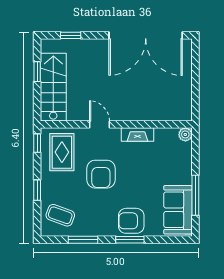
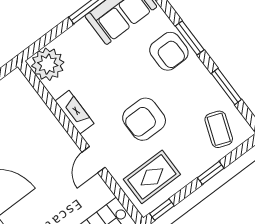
plant: (185, 134) -> (48, 64), width x1.87, depth x1.87
armchair: (101, 174) -> (144, 119), turned 180

